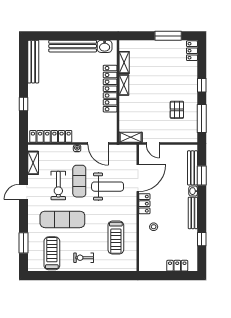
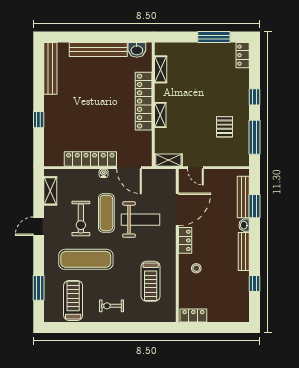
shelving: (124, 85) -> (160, 115), moved
locker: (51, 136) -> (90, 159), moved
locker: (177, 266) -> (193, 315), moved

